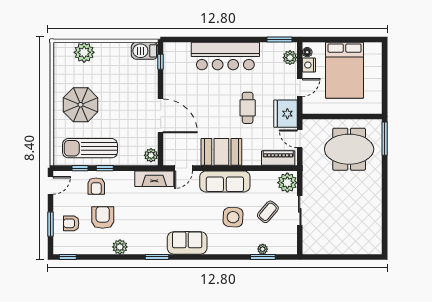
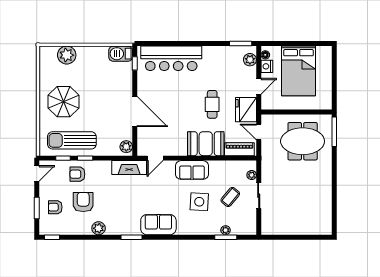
bar counter: (225, 56) -> (171, 58), moved
booth: (221, 152) -> (206, 144), moved
sofa: (225, 181) -> (192, 170), width x0.73
plant: (287, 183) -> (252, 175), width x0.53, depth x0.53
armchair: (96, 186) -> (77, 174), turned 90

